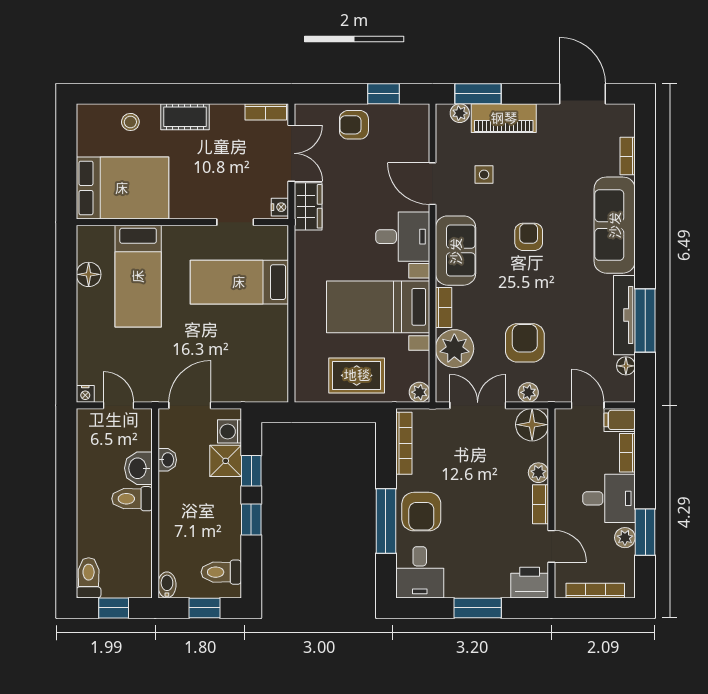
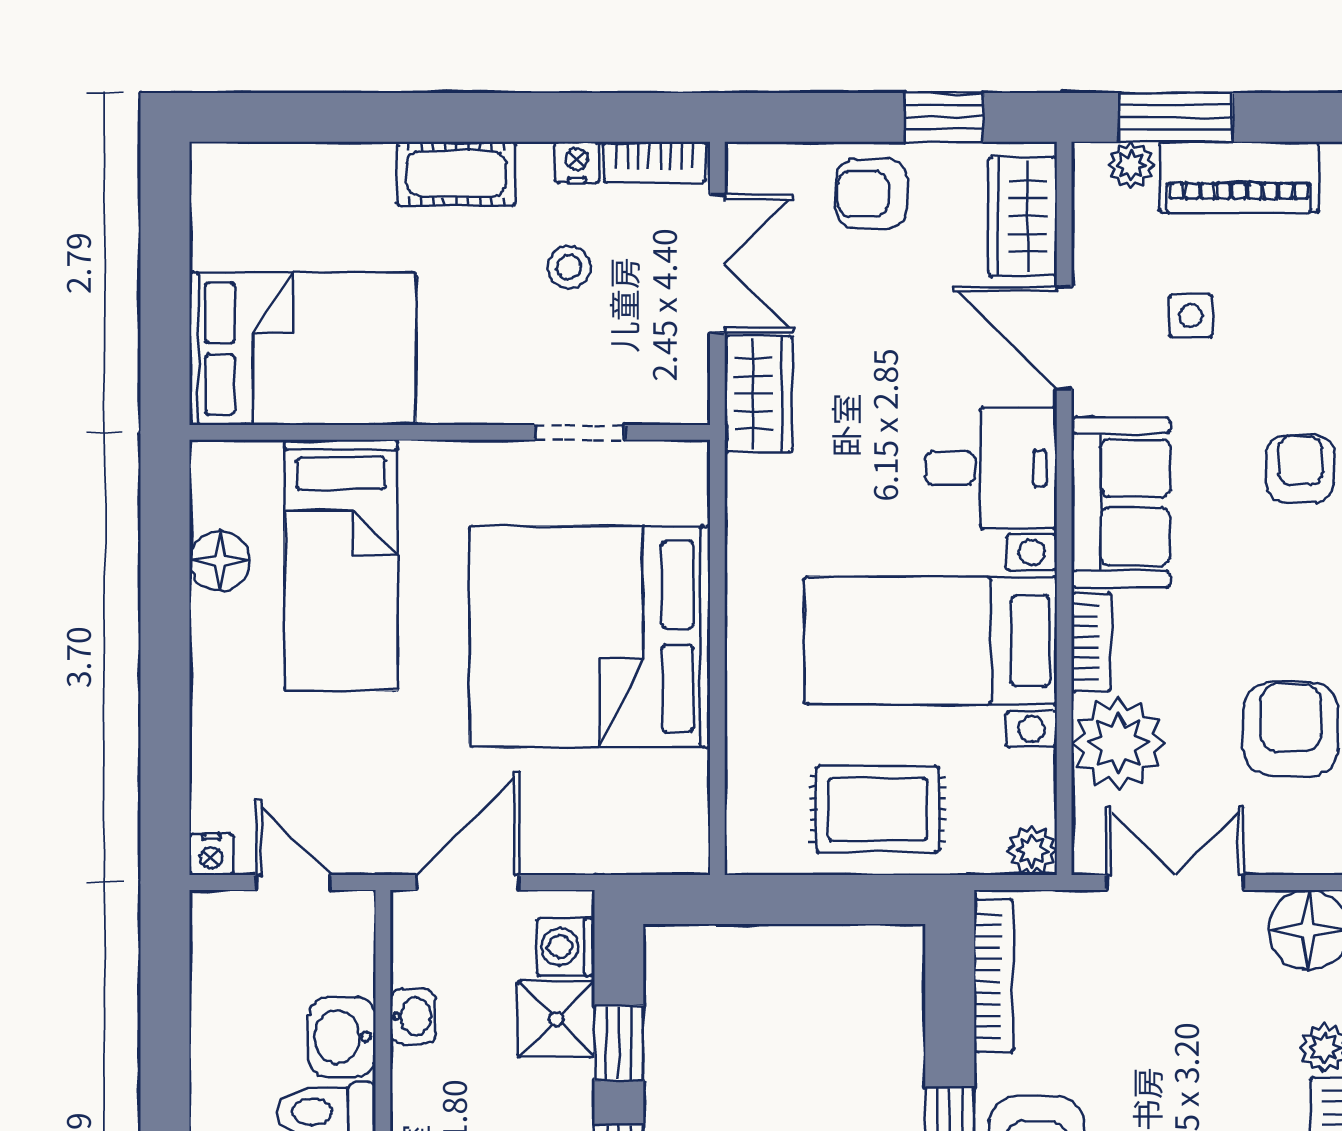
stool: (130, 122) -> (569, 267), moved
wardrobe: (416, 134) -> (1023, 216), added
nightstand: (280, 207) -> (577, 162), moved, turned -90
bed: (239, 282) -> (590, 636), width x2.04
plant: (528, 392) -> (1299, 851), removed

